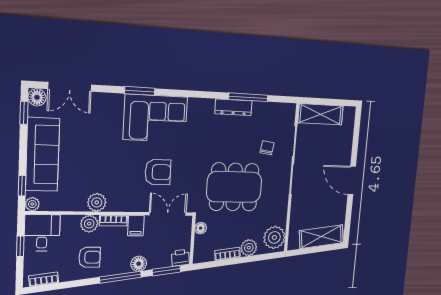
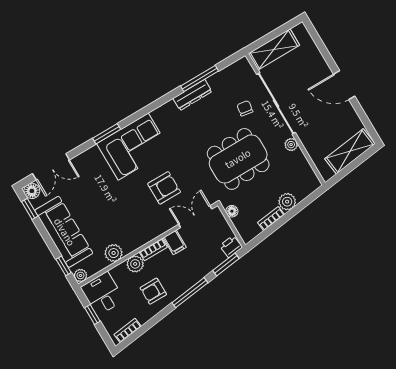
plant: (97, 202) -> (114, 253), moved
plant: (274, 237) -> (291, 145), moved, width x0.53, depth x0.53
armchair: (90, 257) -> (153, 291), turned 180
floor lamp: (139, 264) -> (198, 273), removed

